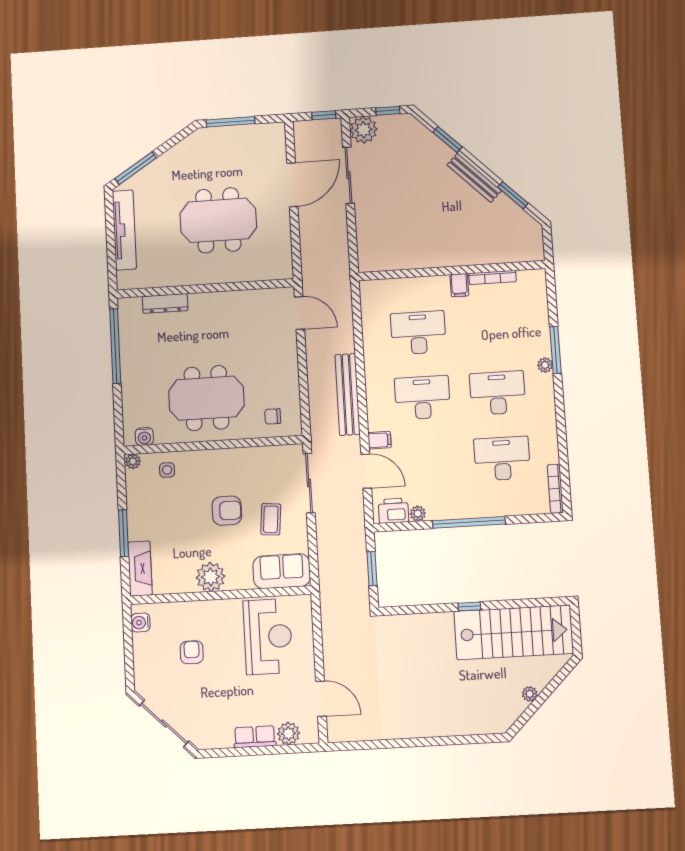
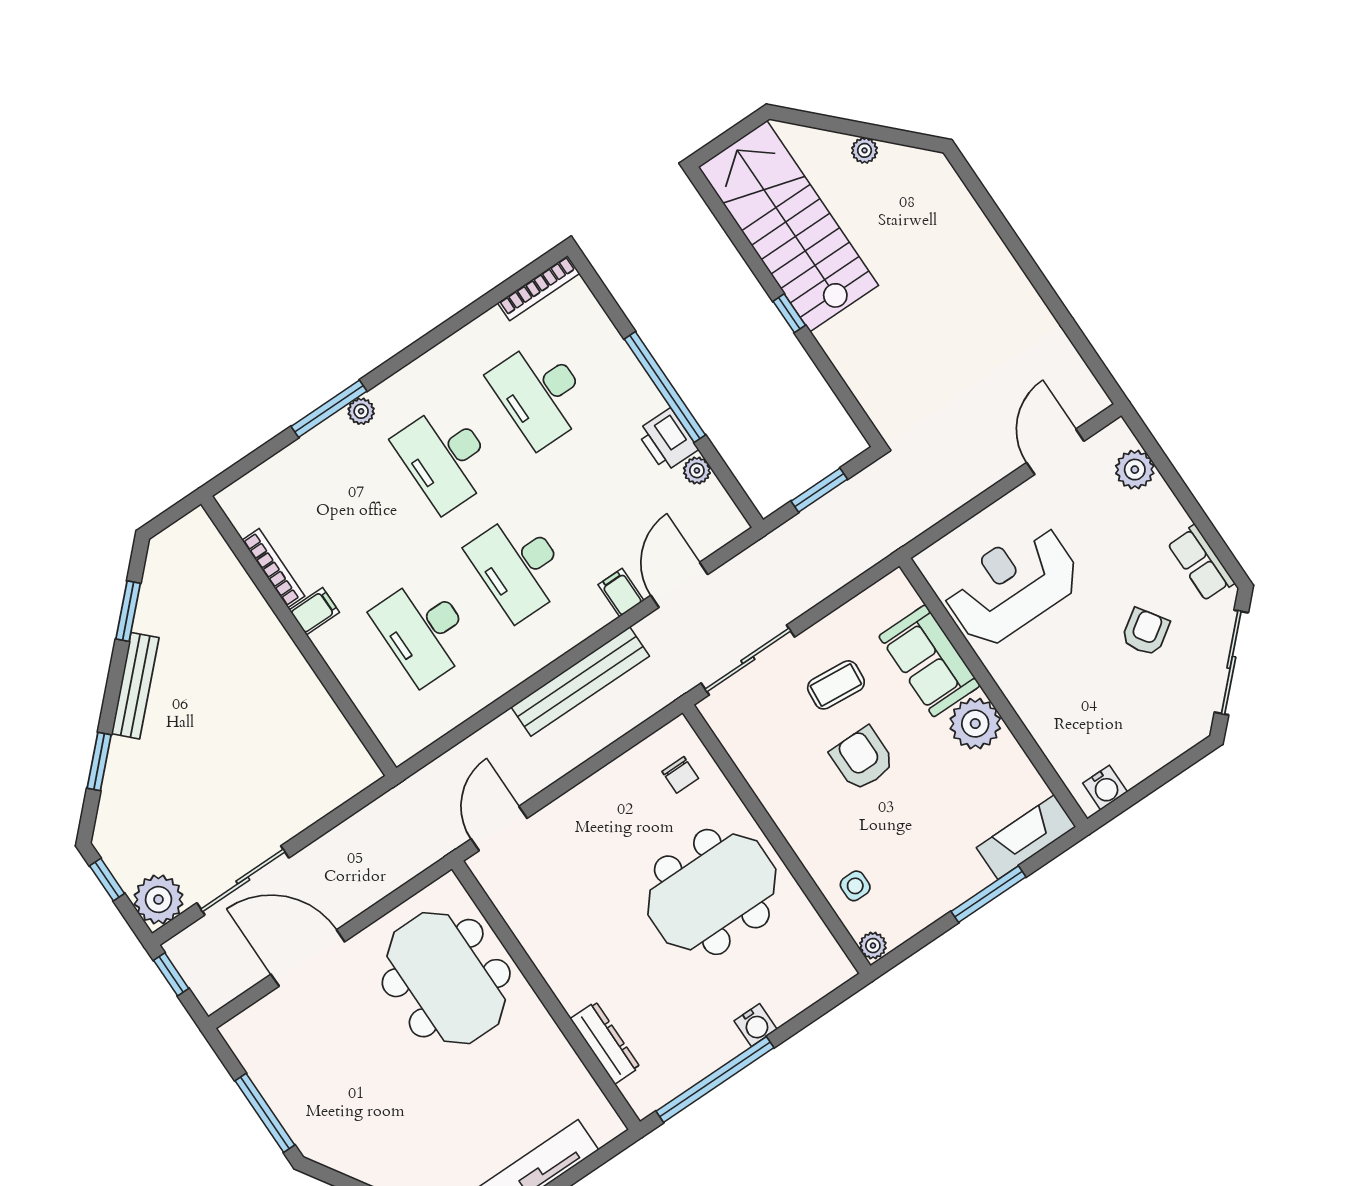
meeting table: (218, 220) -> (446, 978), moved
meeting table: (206, 398) -> (712, 892), turned 90
water cooler: (144, 437) -> (756, 1025), moved, turned 90
printer: (393, 511) -> (667, 440), moved
sofa: (282, 571) -> (929, 661), moved
armchair: (192, 652) -> (1145, 632), moved, turned 146
row of seats: (255, 737) -> (1201, 563), moved

